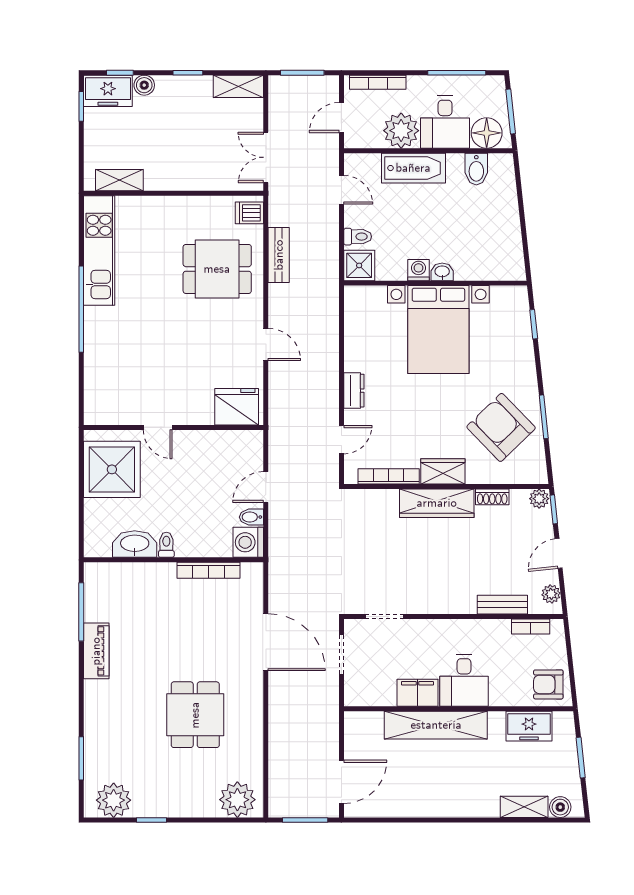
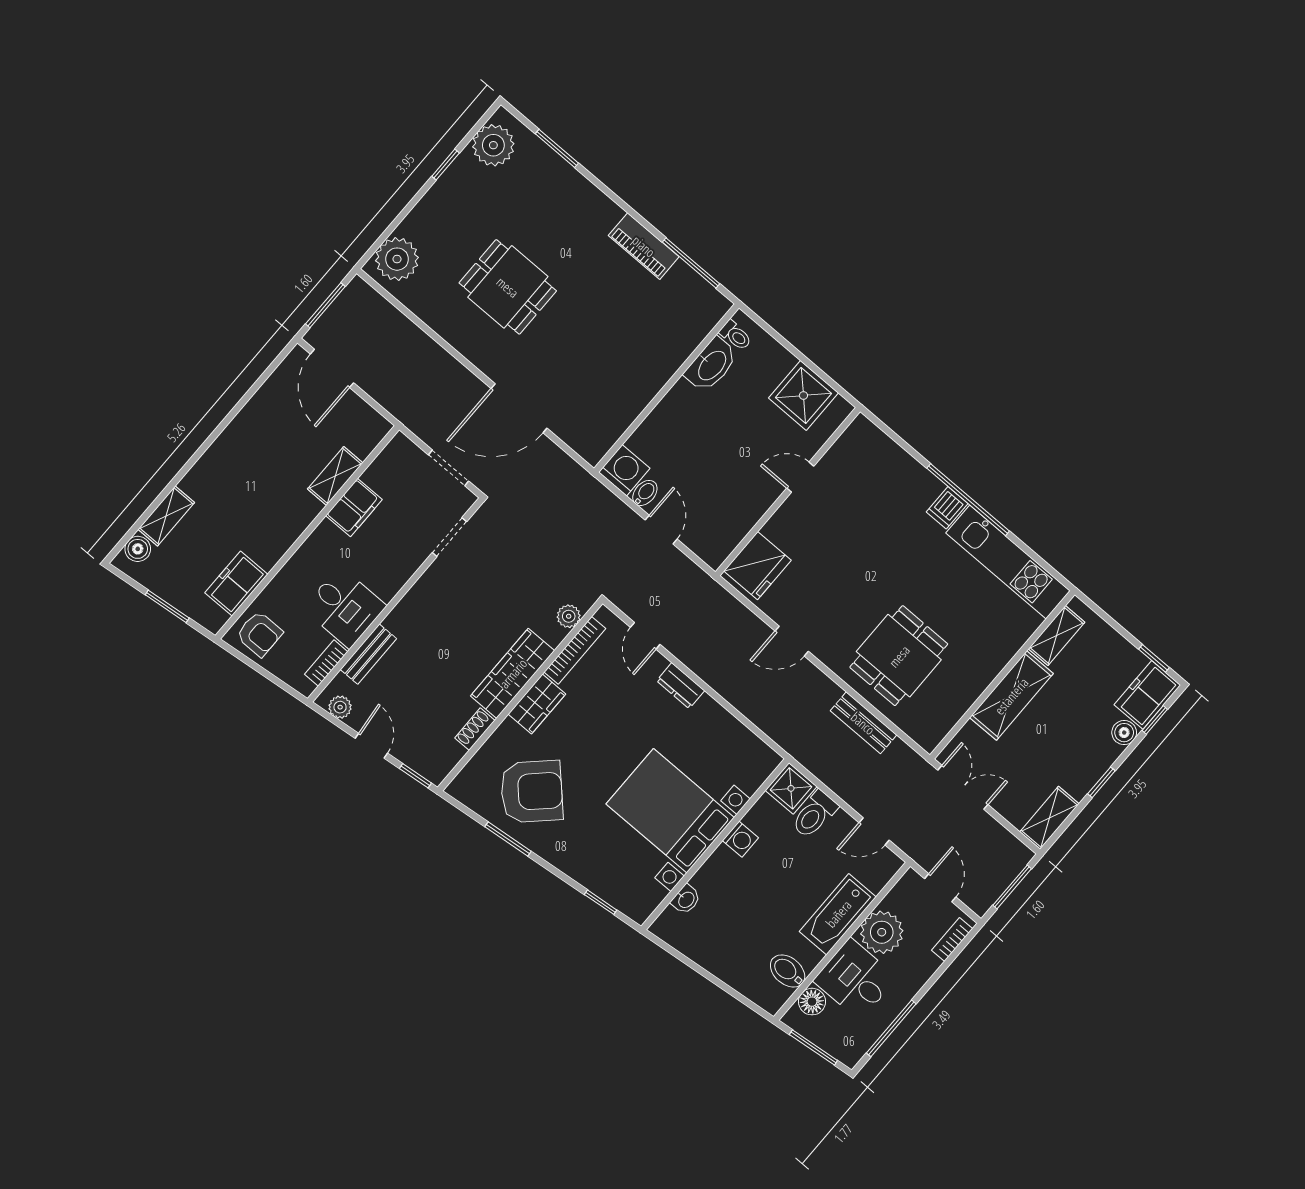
bookcase: (378, 82) -> (952, 939), width x0.64
floor lamp: (487, 133) -> (812, 1002), width x0.73, depth x0.73
shelving: (182, 176) -> (1011, 696), added
dishwasher: (249, 213) -> (947, 508), moved, turned 180
toilet: (358, 237) -> (814, 814), width x1.37, depth x1.39
washbasin: (442, 272) -> (686, 899), moved
shower: (112, 469) -> (803, 395), width x0.73, depth x0.73
plant: (539, 499) -> (569, 616), moved
toilet: (166, 545) -> (736, 335), moved
bookcase: (209, 570) -> (630, 412), removed
desk: (464, 680) -> (344, 607), moved, turned 180
armchair: (548, 684) -> (259, 634), turned 90
shelving: (436, 725) -> (335, 476), width x0.45, depth x0.75

